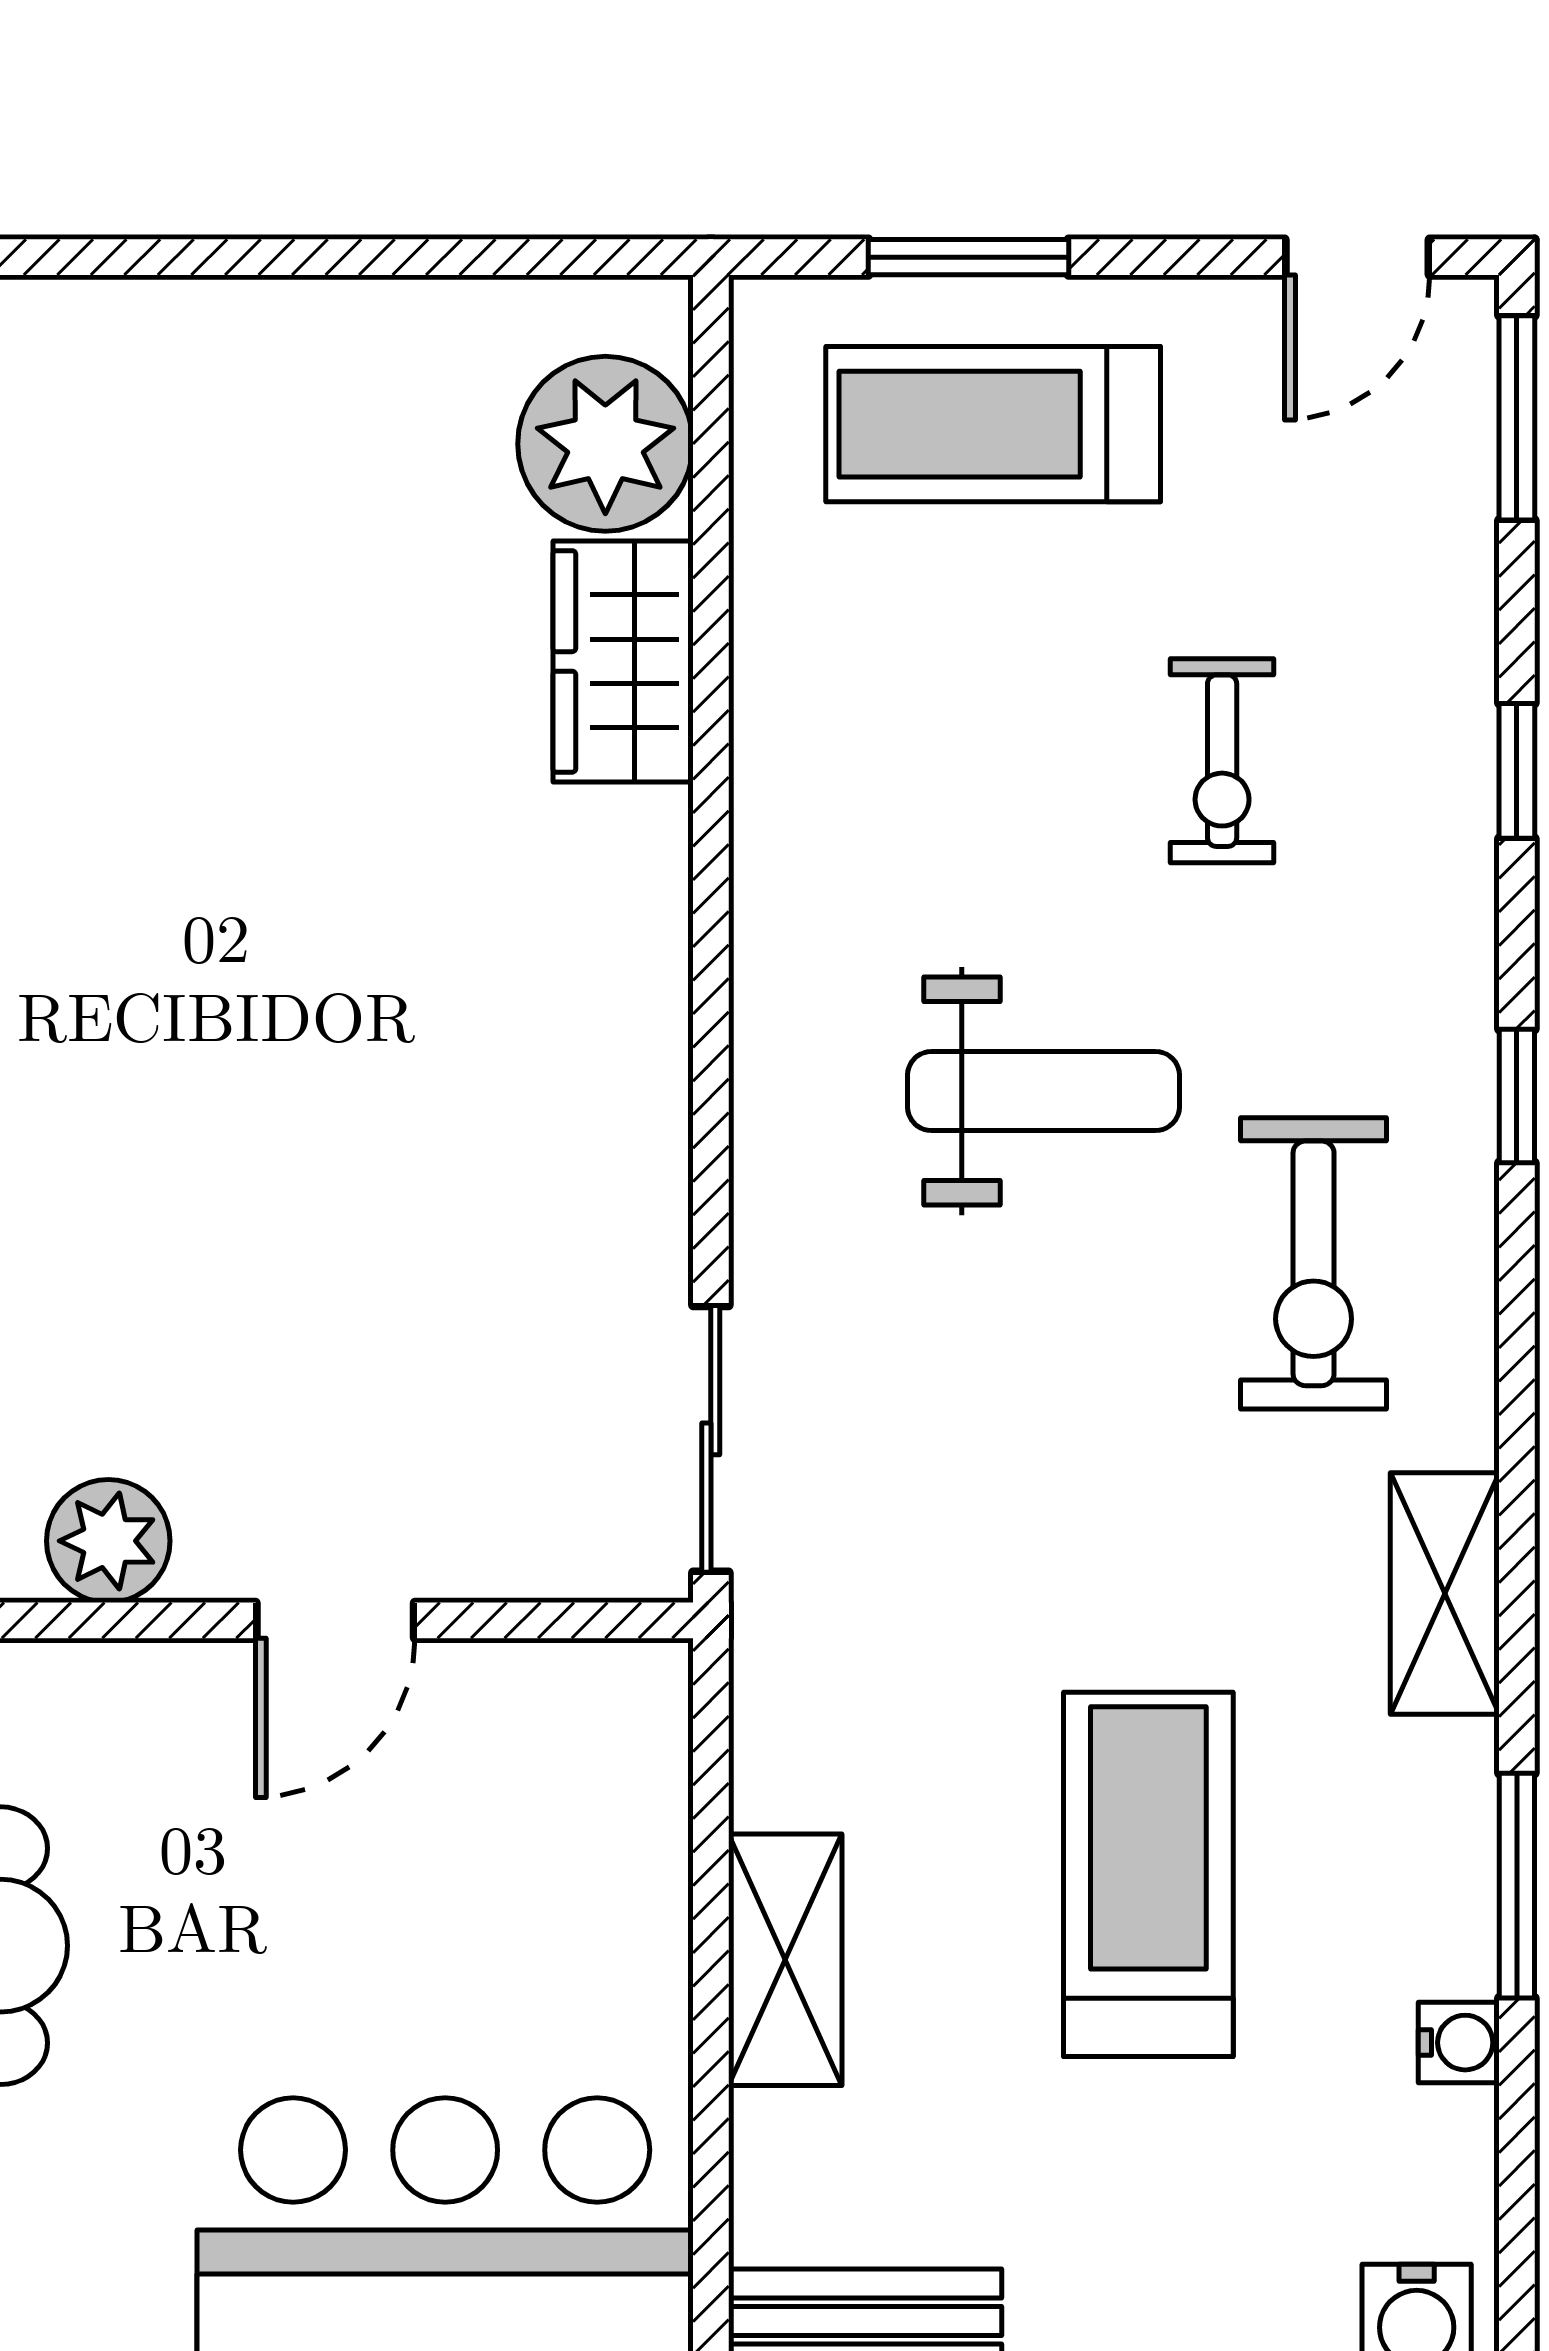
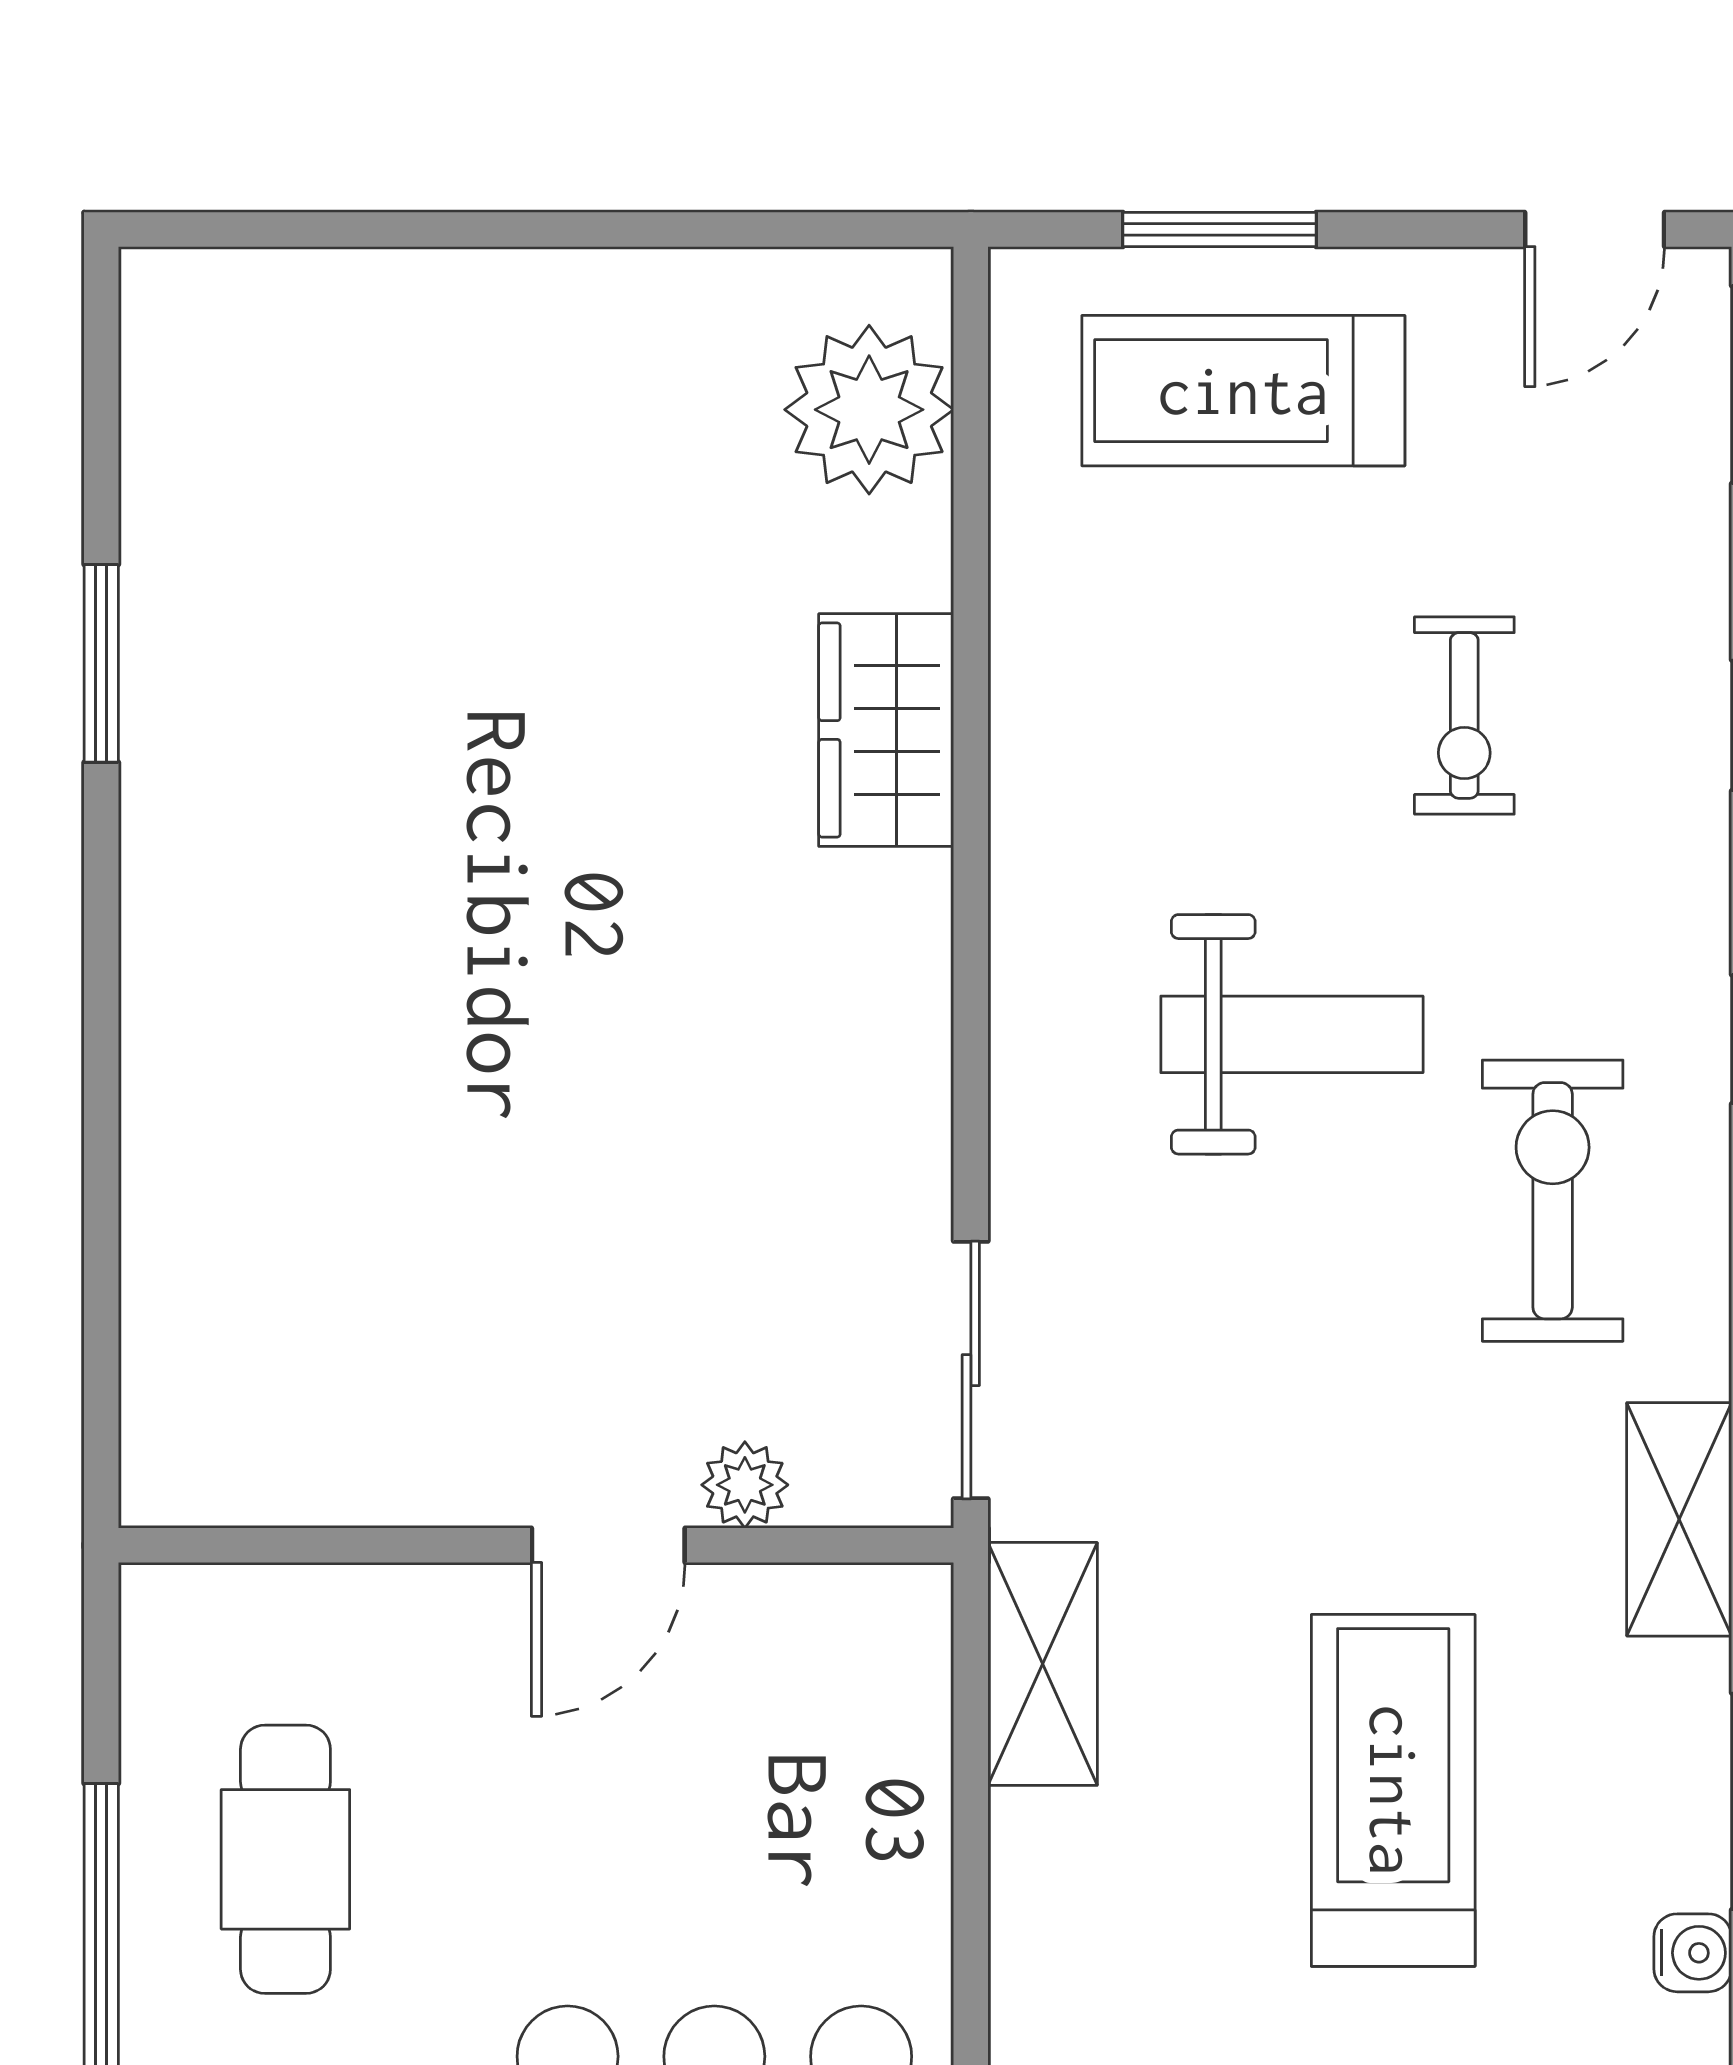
wardrobe: (623, 661) -> (886, 730), moved
exercise bike: (1314, 1263) -> (1553, 1201), turned 180
plant: (108, 1541) -> (745, 1485), moved, width x0.73, depth x0.73
shelving: (785, 1960) -> (1043, 1664), moved

